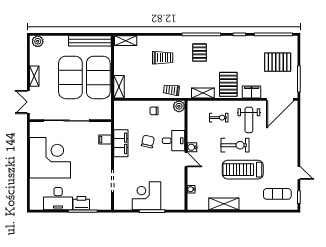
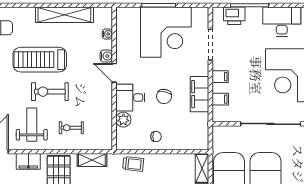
plant: (179, 106) -> (123, 120), moved
water cooler: (192, 147) -> (106, 56), moved
filing cabinet: (105, 157) -> (220, 77), added
treadmill: (243, 170) -> (40, 60), turned 180
corner desk: (147, 196) -> (166, 32), width x1.36, depth x1.36
printer: (81, 203) -> (234, 16), moved
shelving: (224, 204) -> (64, 15), width x1.47

